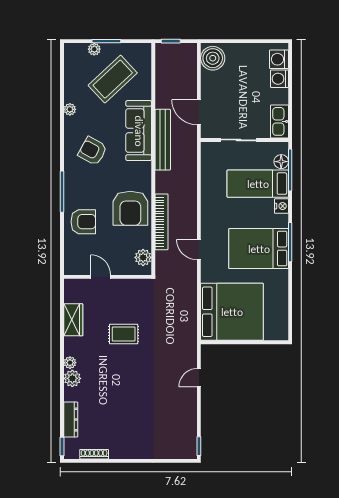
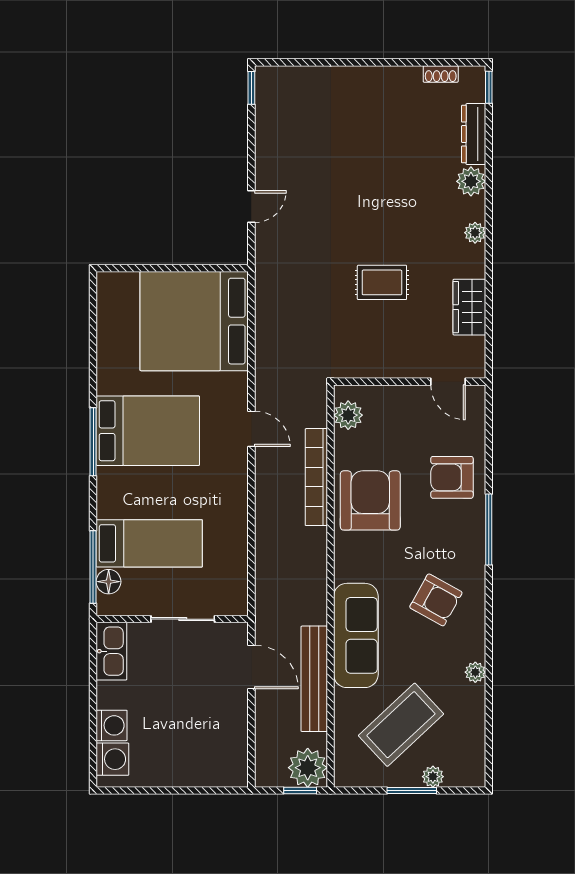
plant: (166, 54) -> (308, 768), added
boiler: (213, 58) -> (227, 761), removed
bench: (163, 140) -> (314, 679), moved
nightstand: (281, 206) -> (108, 504), removed
door: (101, 277) -> (448, 382), moved
plant: (72, 378) -> (471, 181), moved
shoe rack: (94, 454) -> (441, 74), width x0.70

